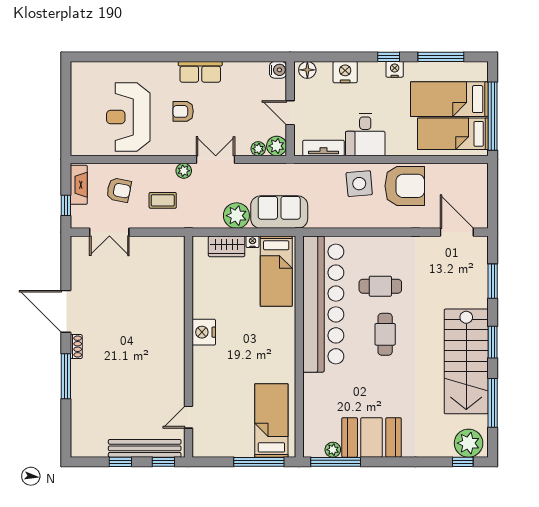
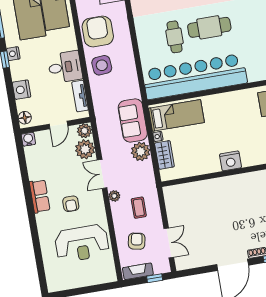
plant: (258, 149) -> (85, 149), width x1.88, depth x1.88
cafe table: (385, 334) -> (209, 27), width x1.37, depth x1.35

